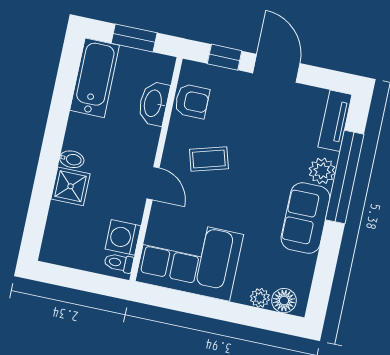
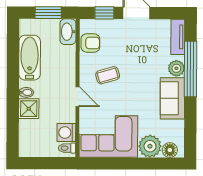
bathtub: (95, 78) -> (30, 58), moved
washbasin: (154, 103) -> (68, 32), moved
plant: (260, 298) -> (150, 146), width x1.87, depth x1.87

